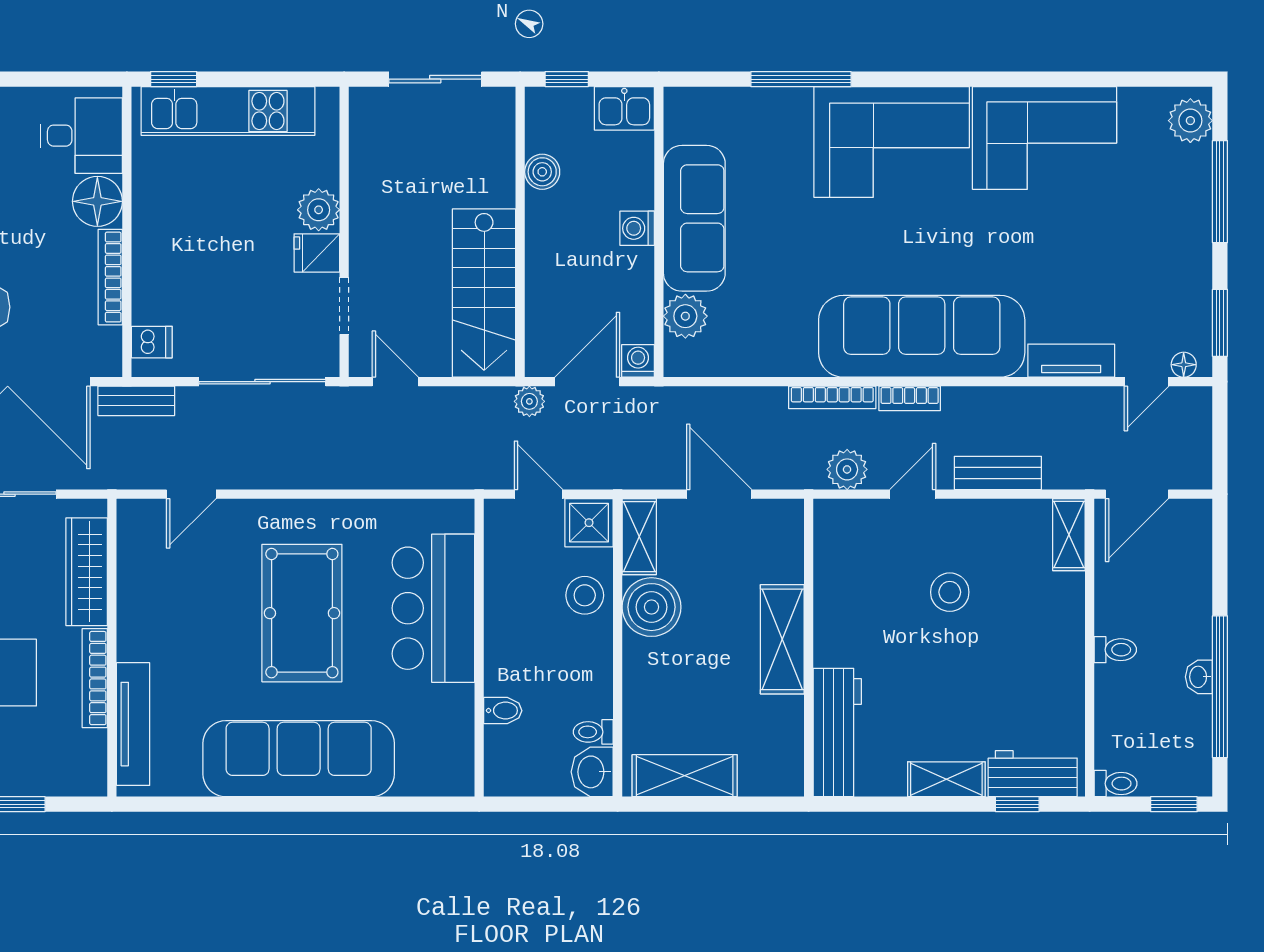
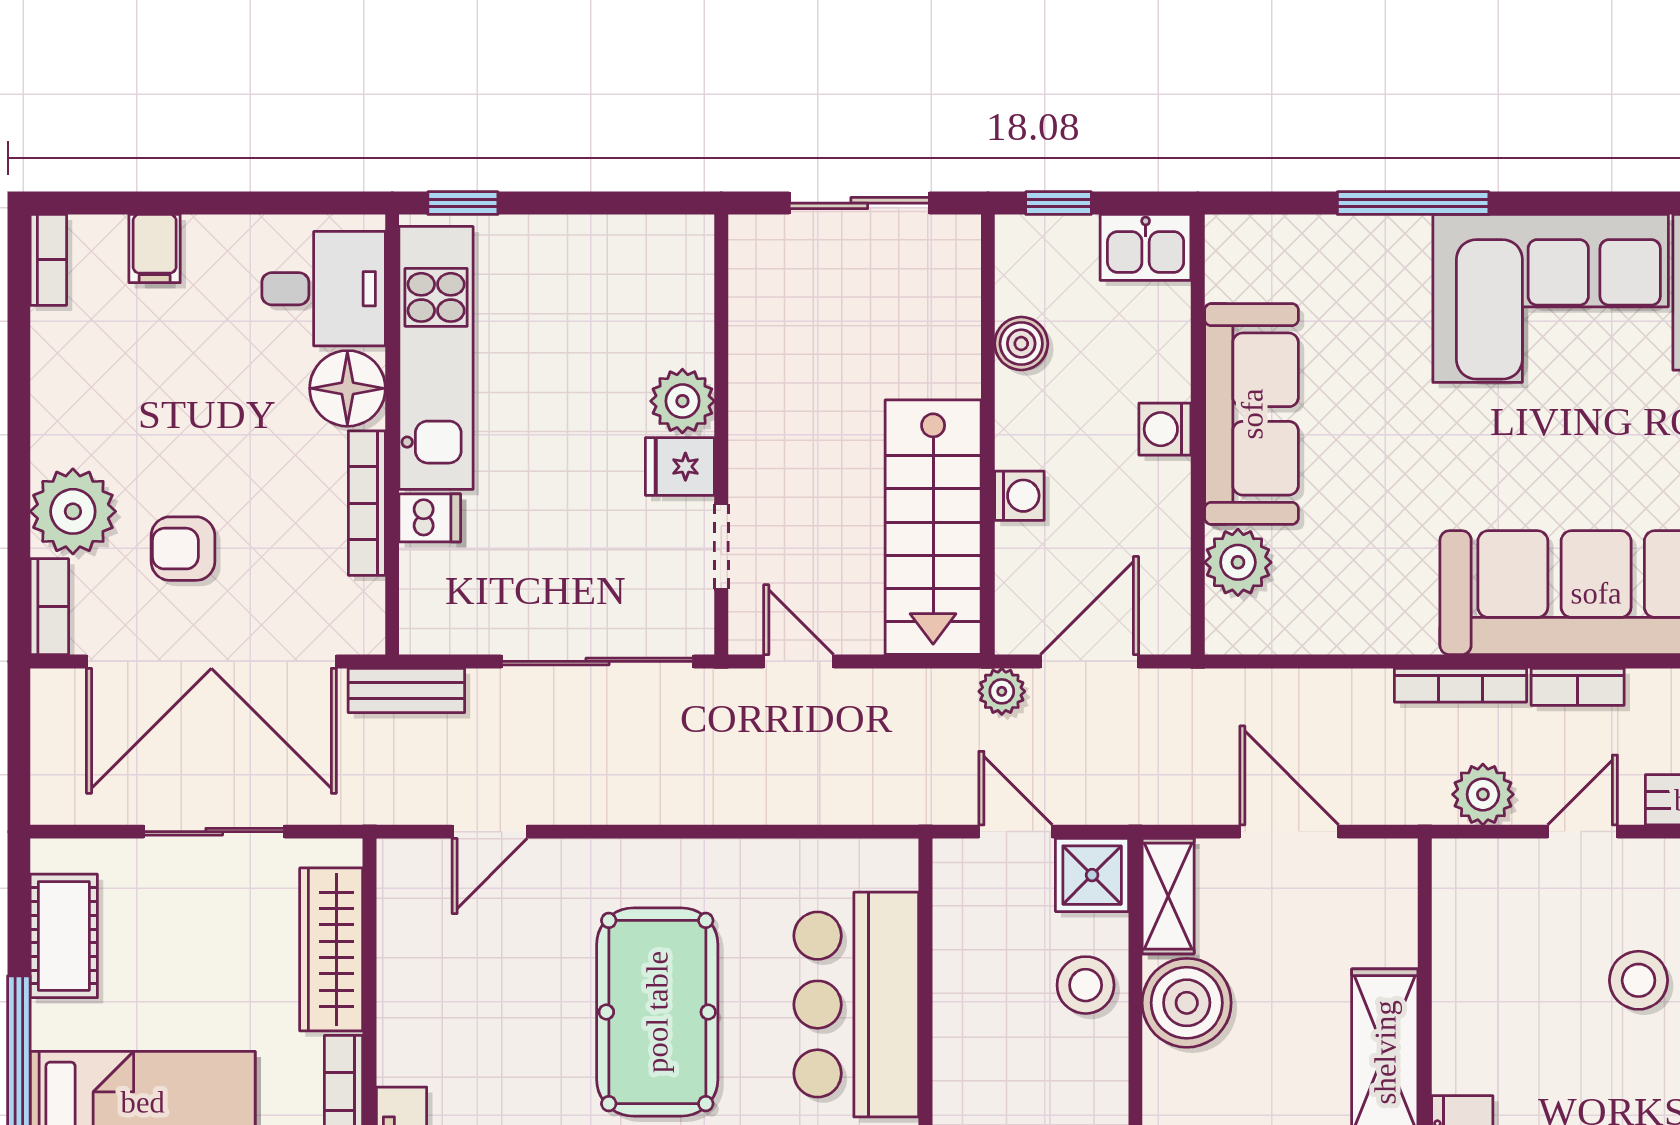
kitchen unit: (228, 111) -> (436, 358), moved, turned -90
dishwasher: (152, 342) -> (430, 518), moved
washing machine: (638, 361) -> (1019, 496), moved, turned 90

